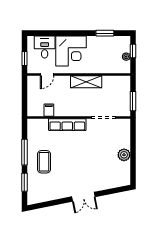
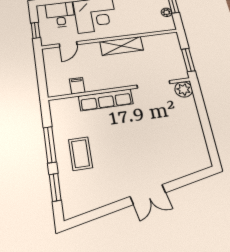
plant: (124, 155) -> (184, 89), moved

